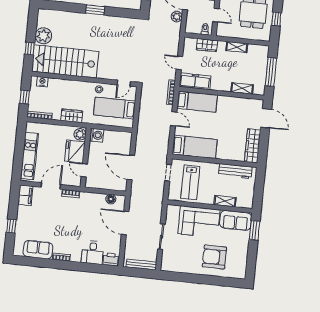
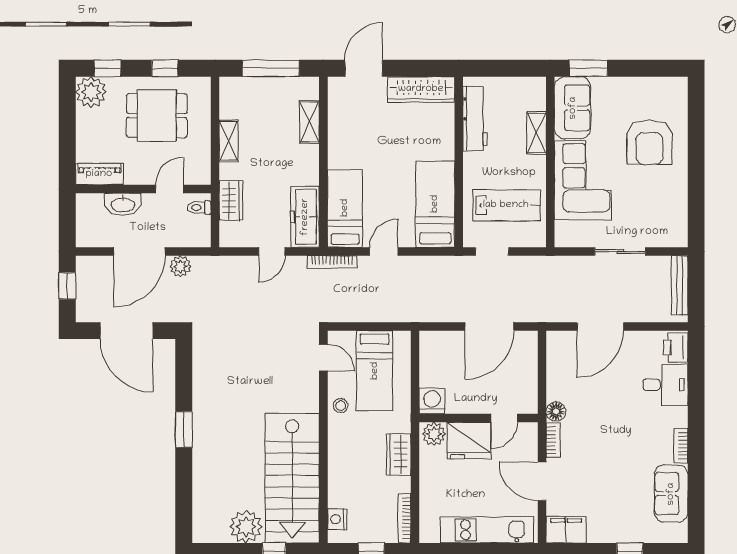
floor lamp: (111, 199) -> (556, 411), moved

